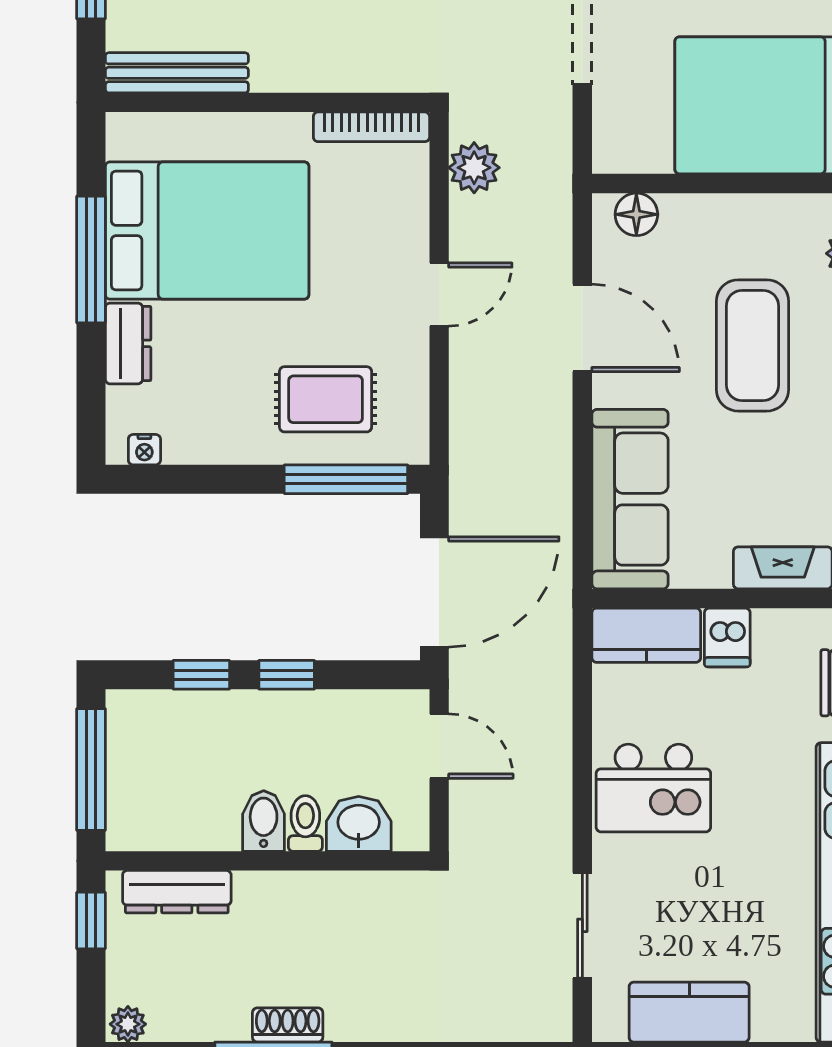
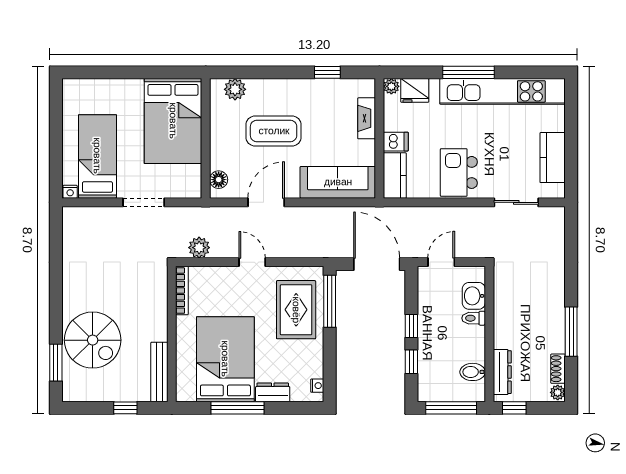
rug: (326, 399) -> (296, 310), width x1.36, depth x1.43
kitchen island: (653, 788) -> (459, 172), turned 180
bidet: (264, 821) -> (473, 372), moved
shoe rack: (288, 1025) -> (558, 369), moved

